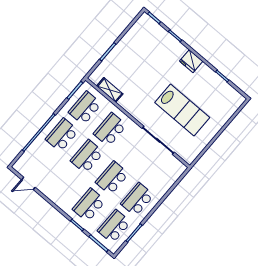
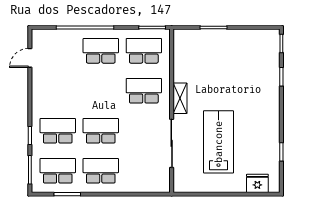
fridge: (191, 61) -> (257, 183), moved, turned 90
shelving: (110, 90) -> (180, 98), moved
lab bench: (182, 110) -> (219, 142), turned 180
school desk: (87, 157) -> (101, 91), removed
door: (28, 183) -> (30, 58), hinge flipped

